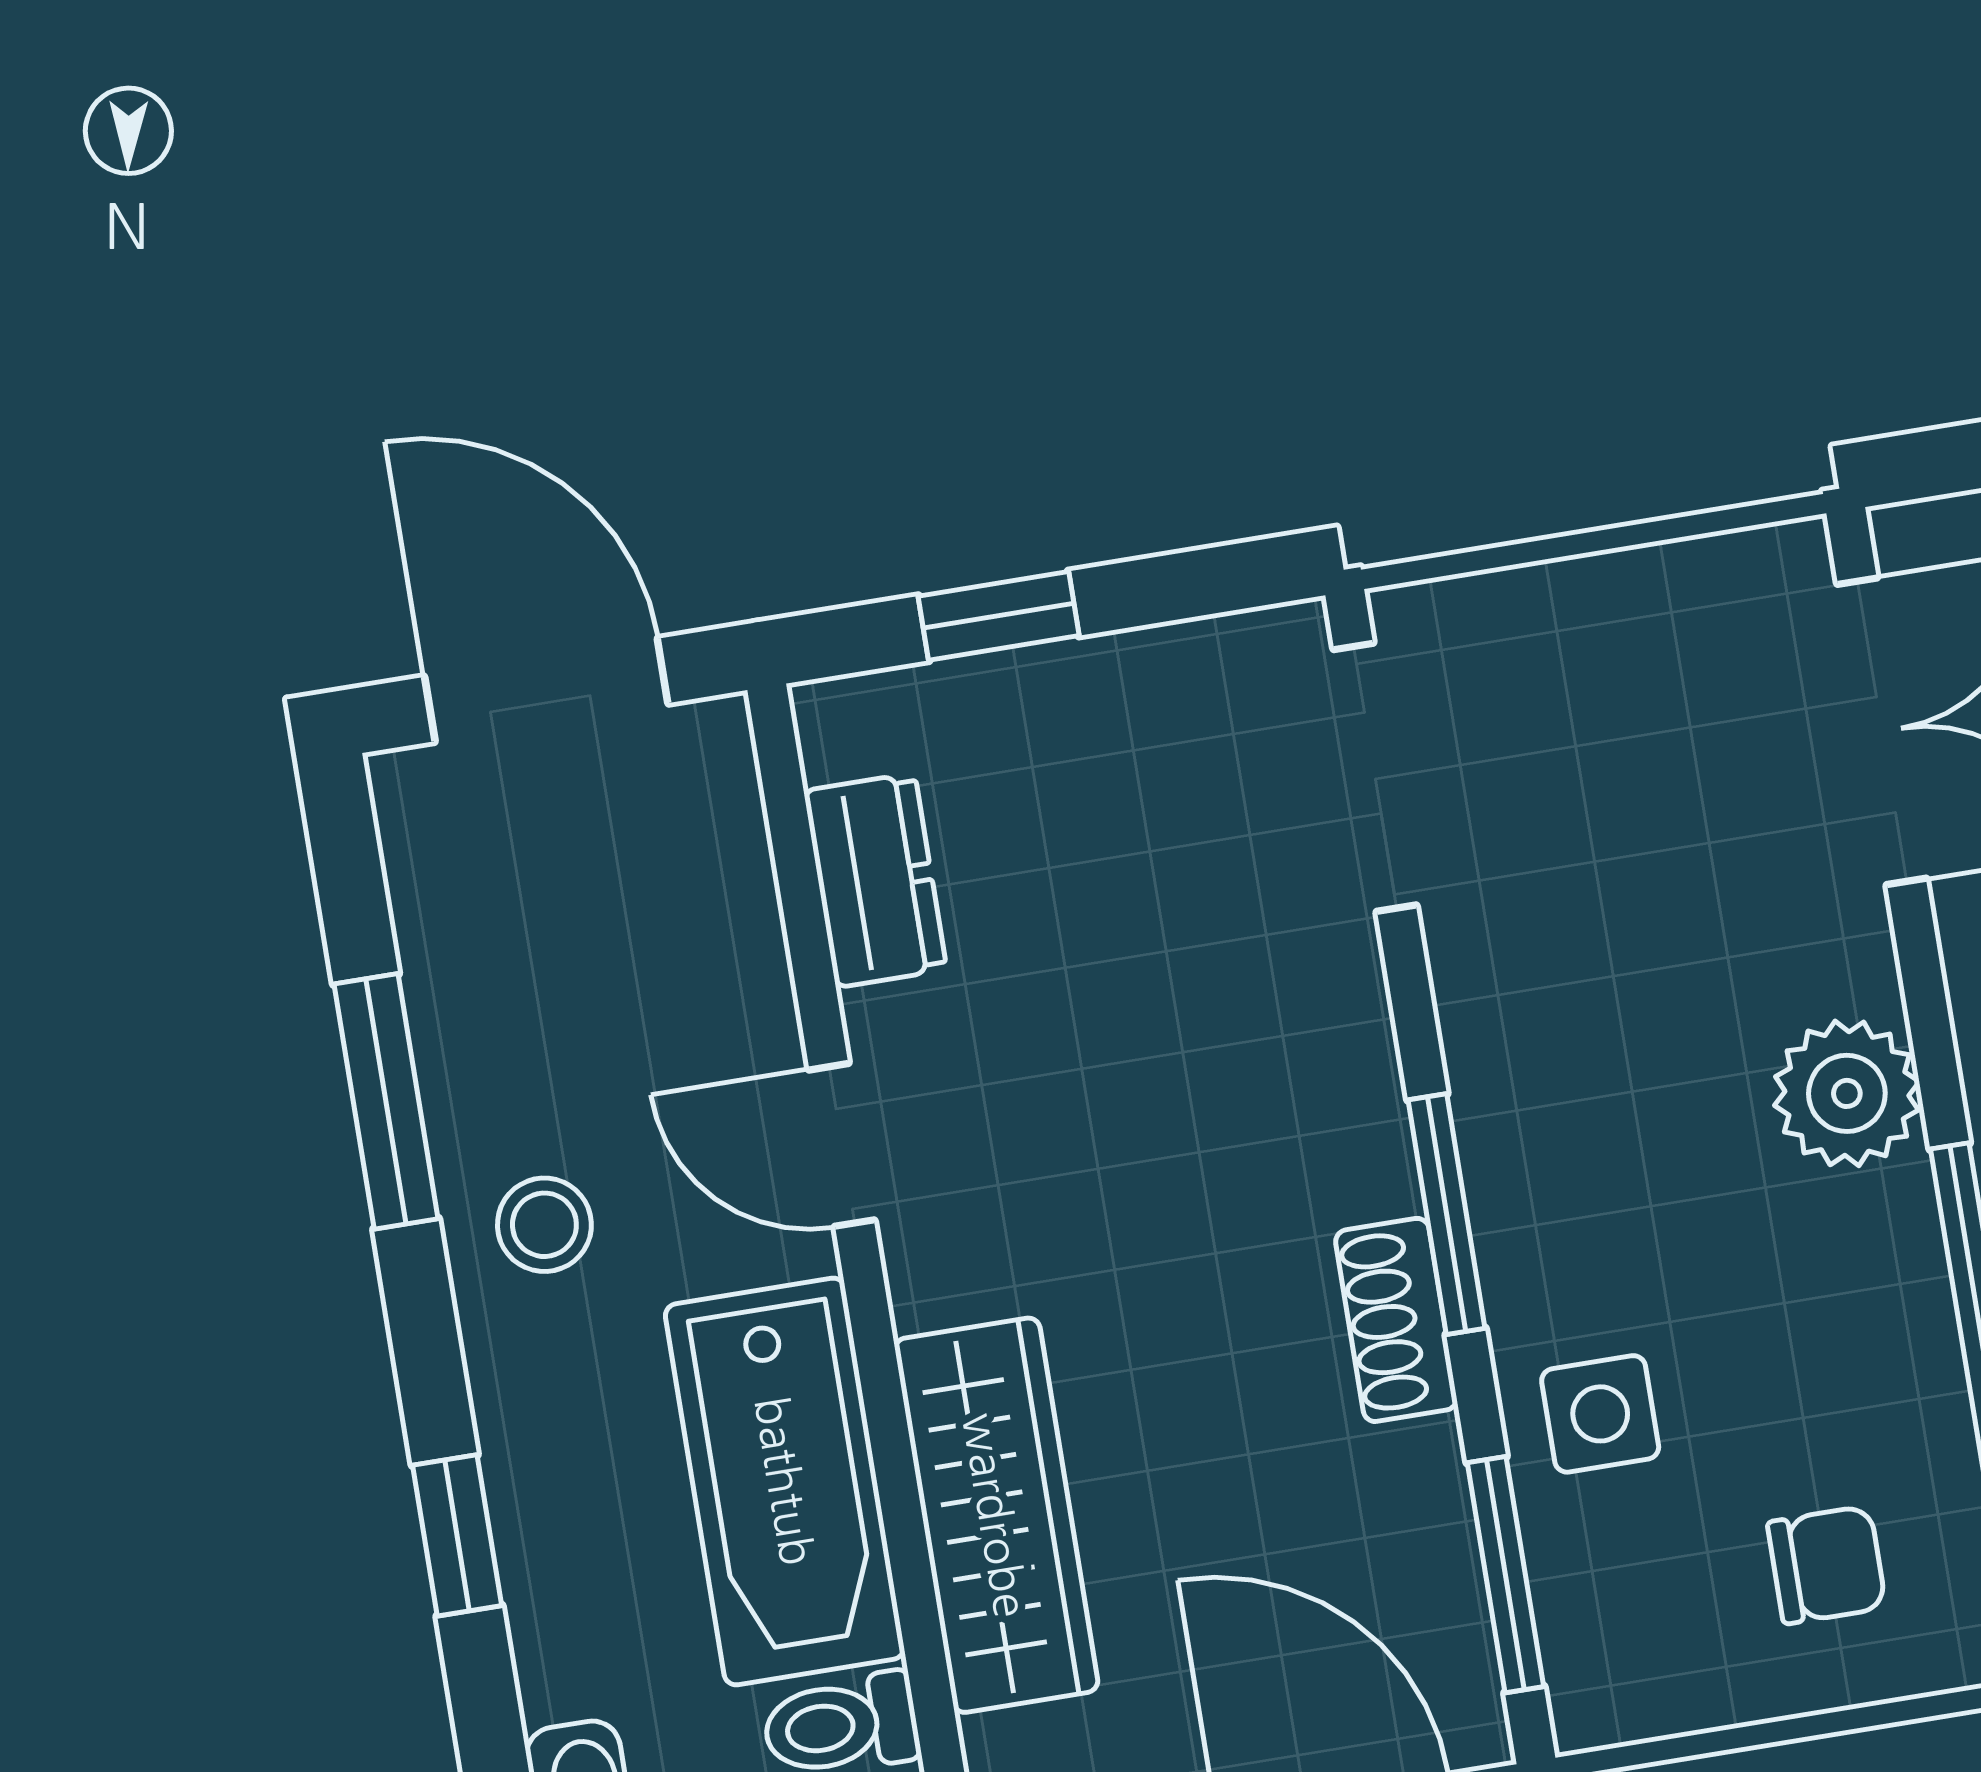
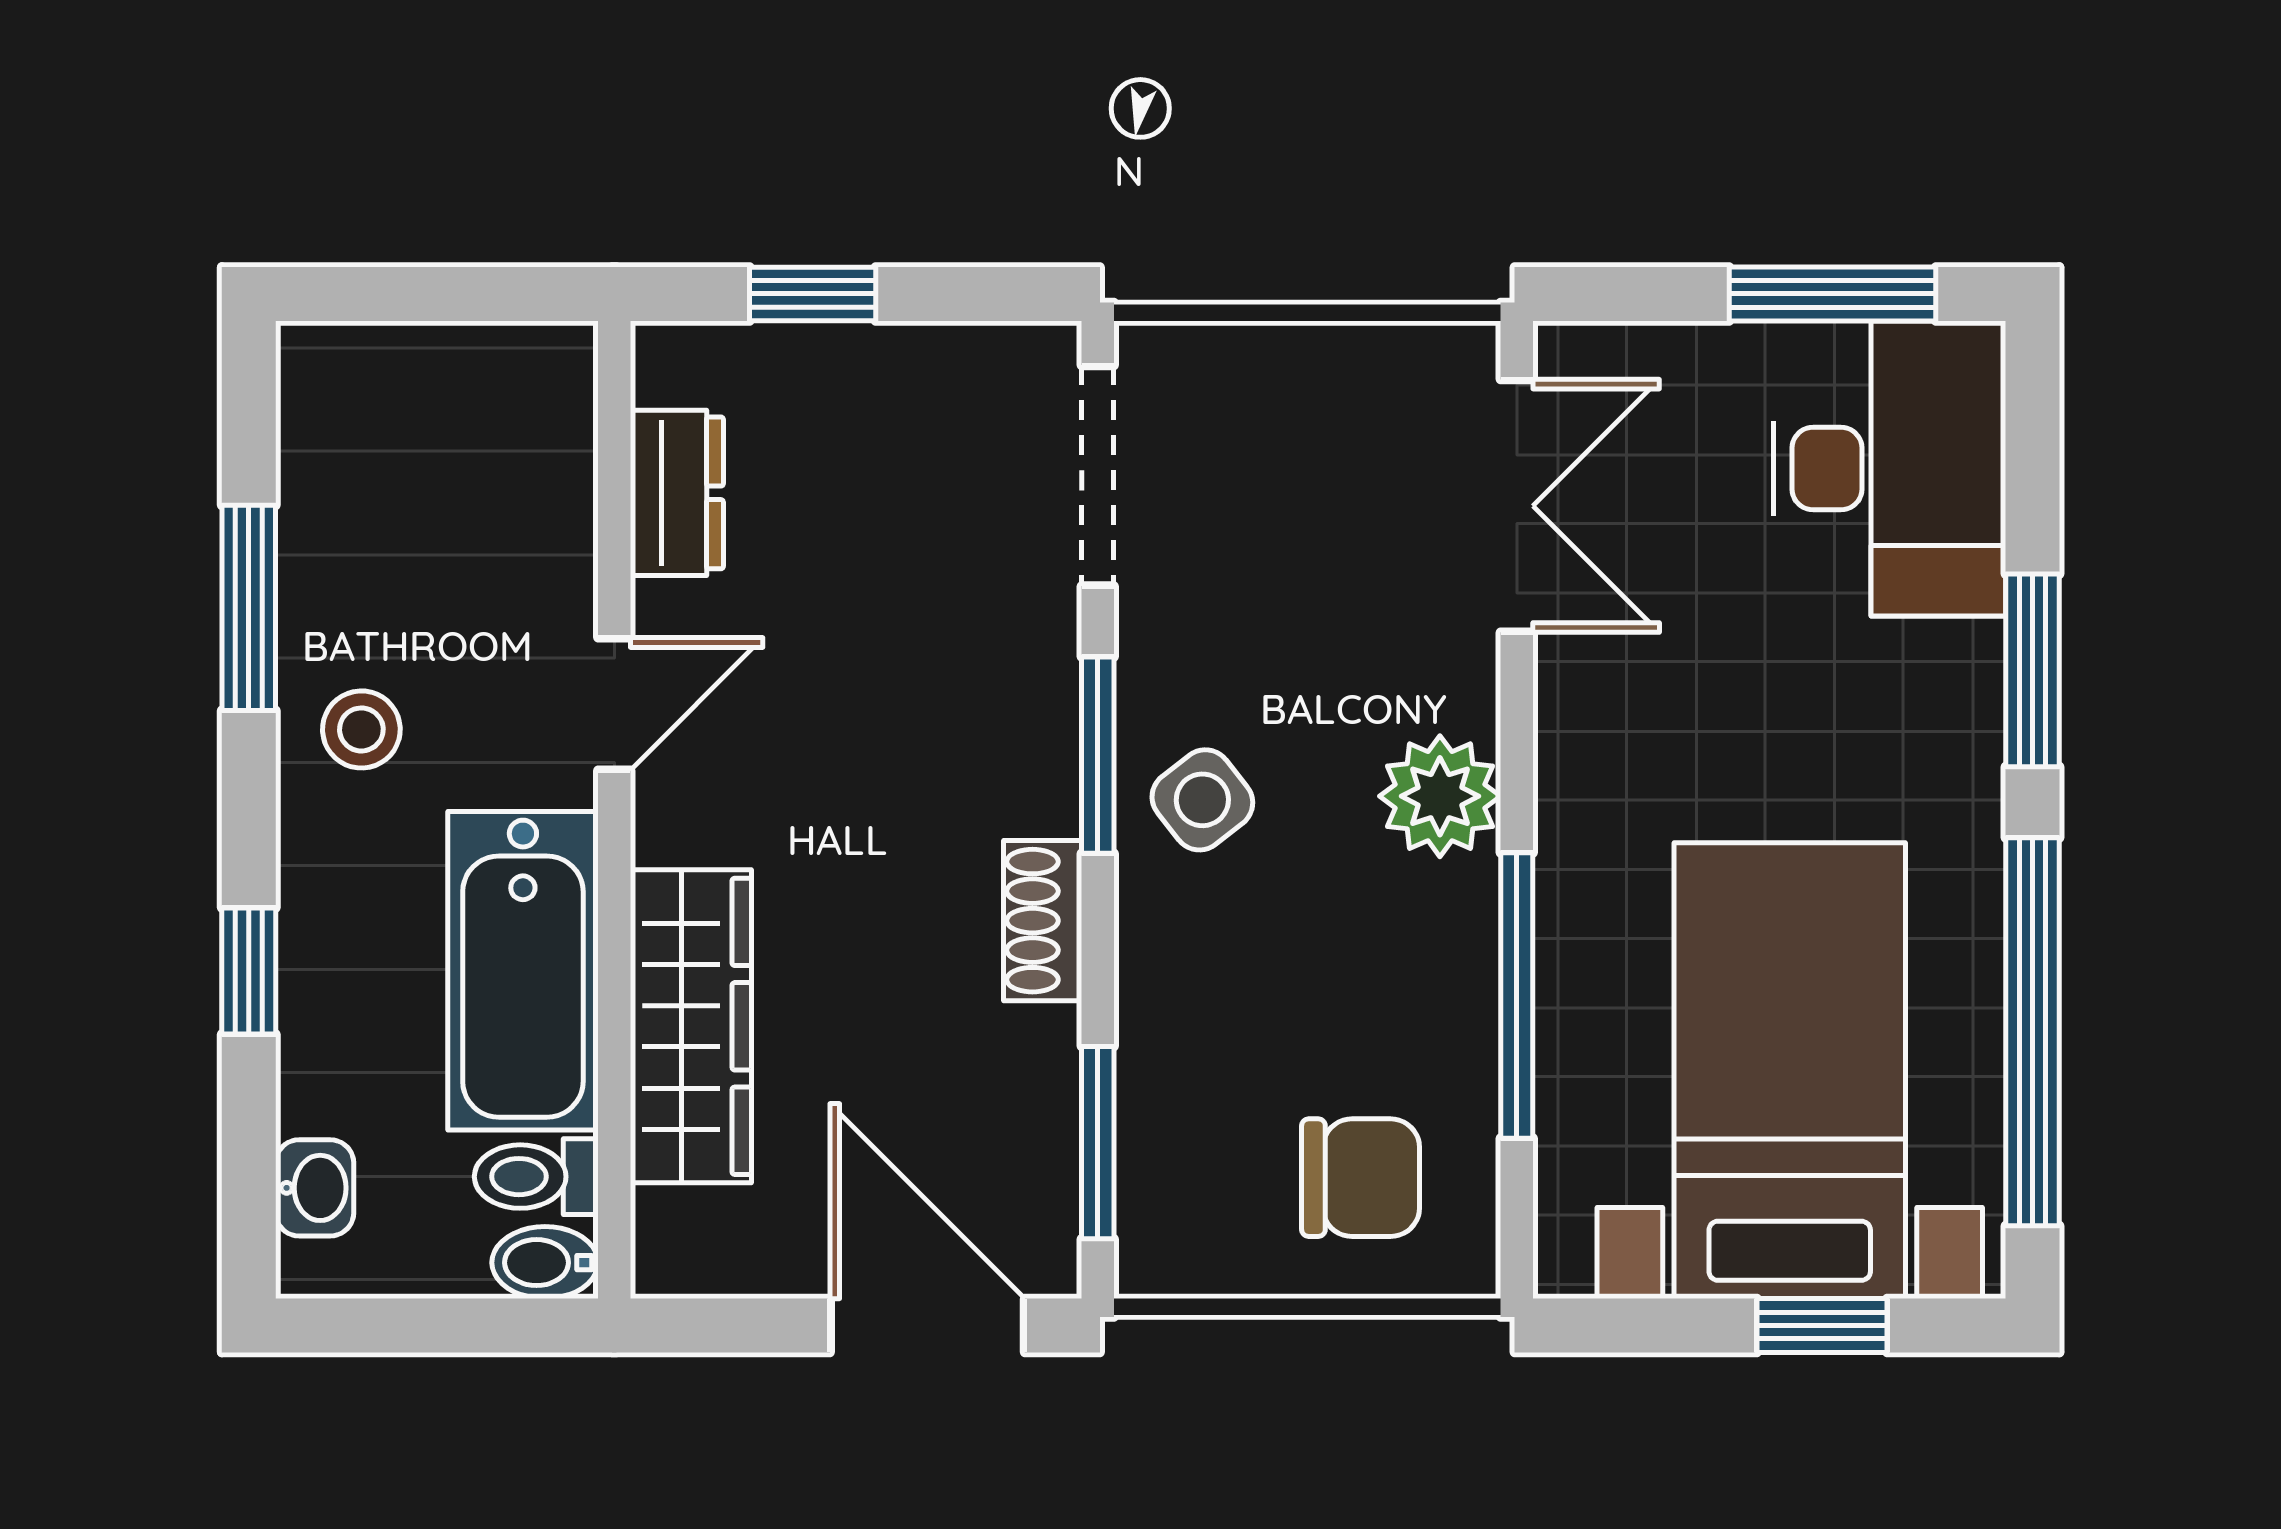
door: (546, 690) -> (434, 294), removed
door: (842, 1145) -> (614, 704), swing flipped
window: (1446, 1214) -> (1098, 755), moved
side table: (1600, 1414) -> (1202, 800), moved, turned -38
chair: (1827, 1565) -> (1361, 1178), width x1.37, depth x1.37

